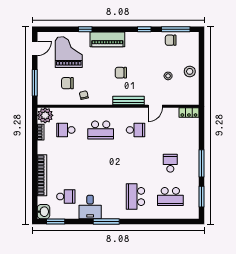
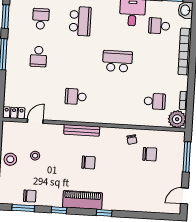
window: (85, 29) -> (104, 213), moved
window: (176, 29) -> (23, 208), width x0.69
piano: (107, 39) -> (82, 200), moved
grand piano: (69, 52) -> (146, 189), removed
door: (155, 106) -> (35, 121), moved
school desk: (101, 130) -> (117, 61), moved
school desk: (170, 196) -> (41, 19), width x0.54

